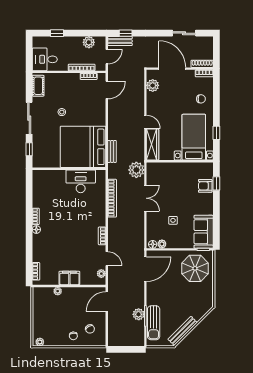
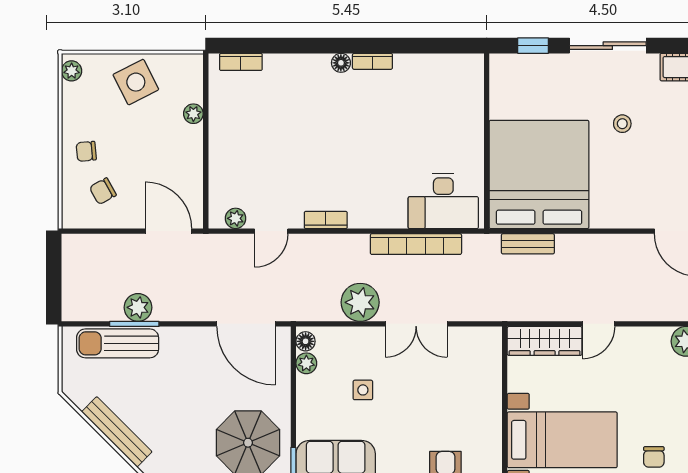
plant: (136, 170) -> (360, 302), moved
desk: (81, 181) -> (443, 201), moved, turned 90
filing cabinet: (69, 278) -> (225, 142), removed
side table: (44, 315) -> (136, 82), added
bench: (183, 331) -> (117, 432), moved

